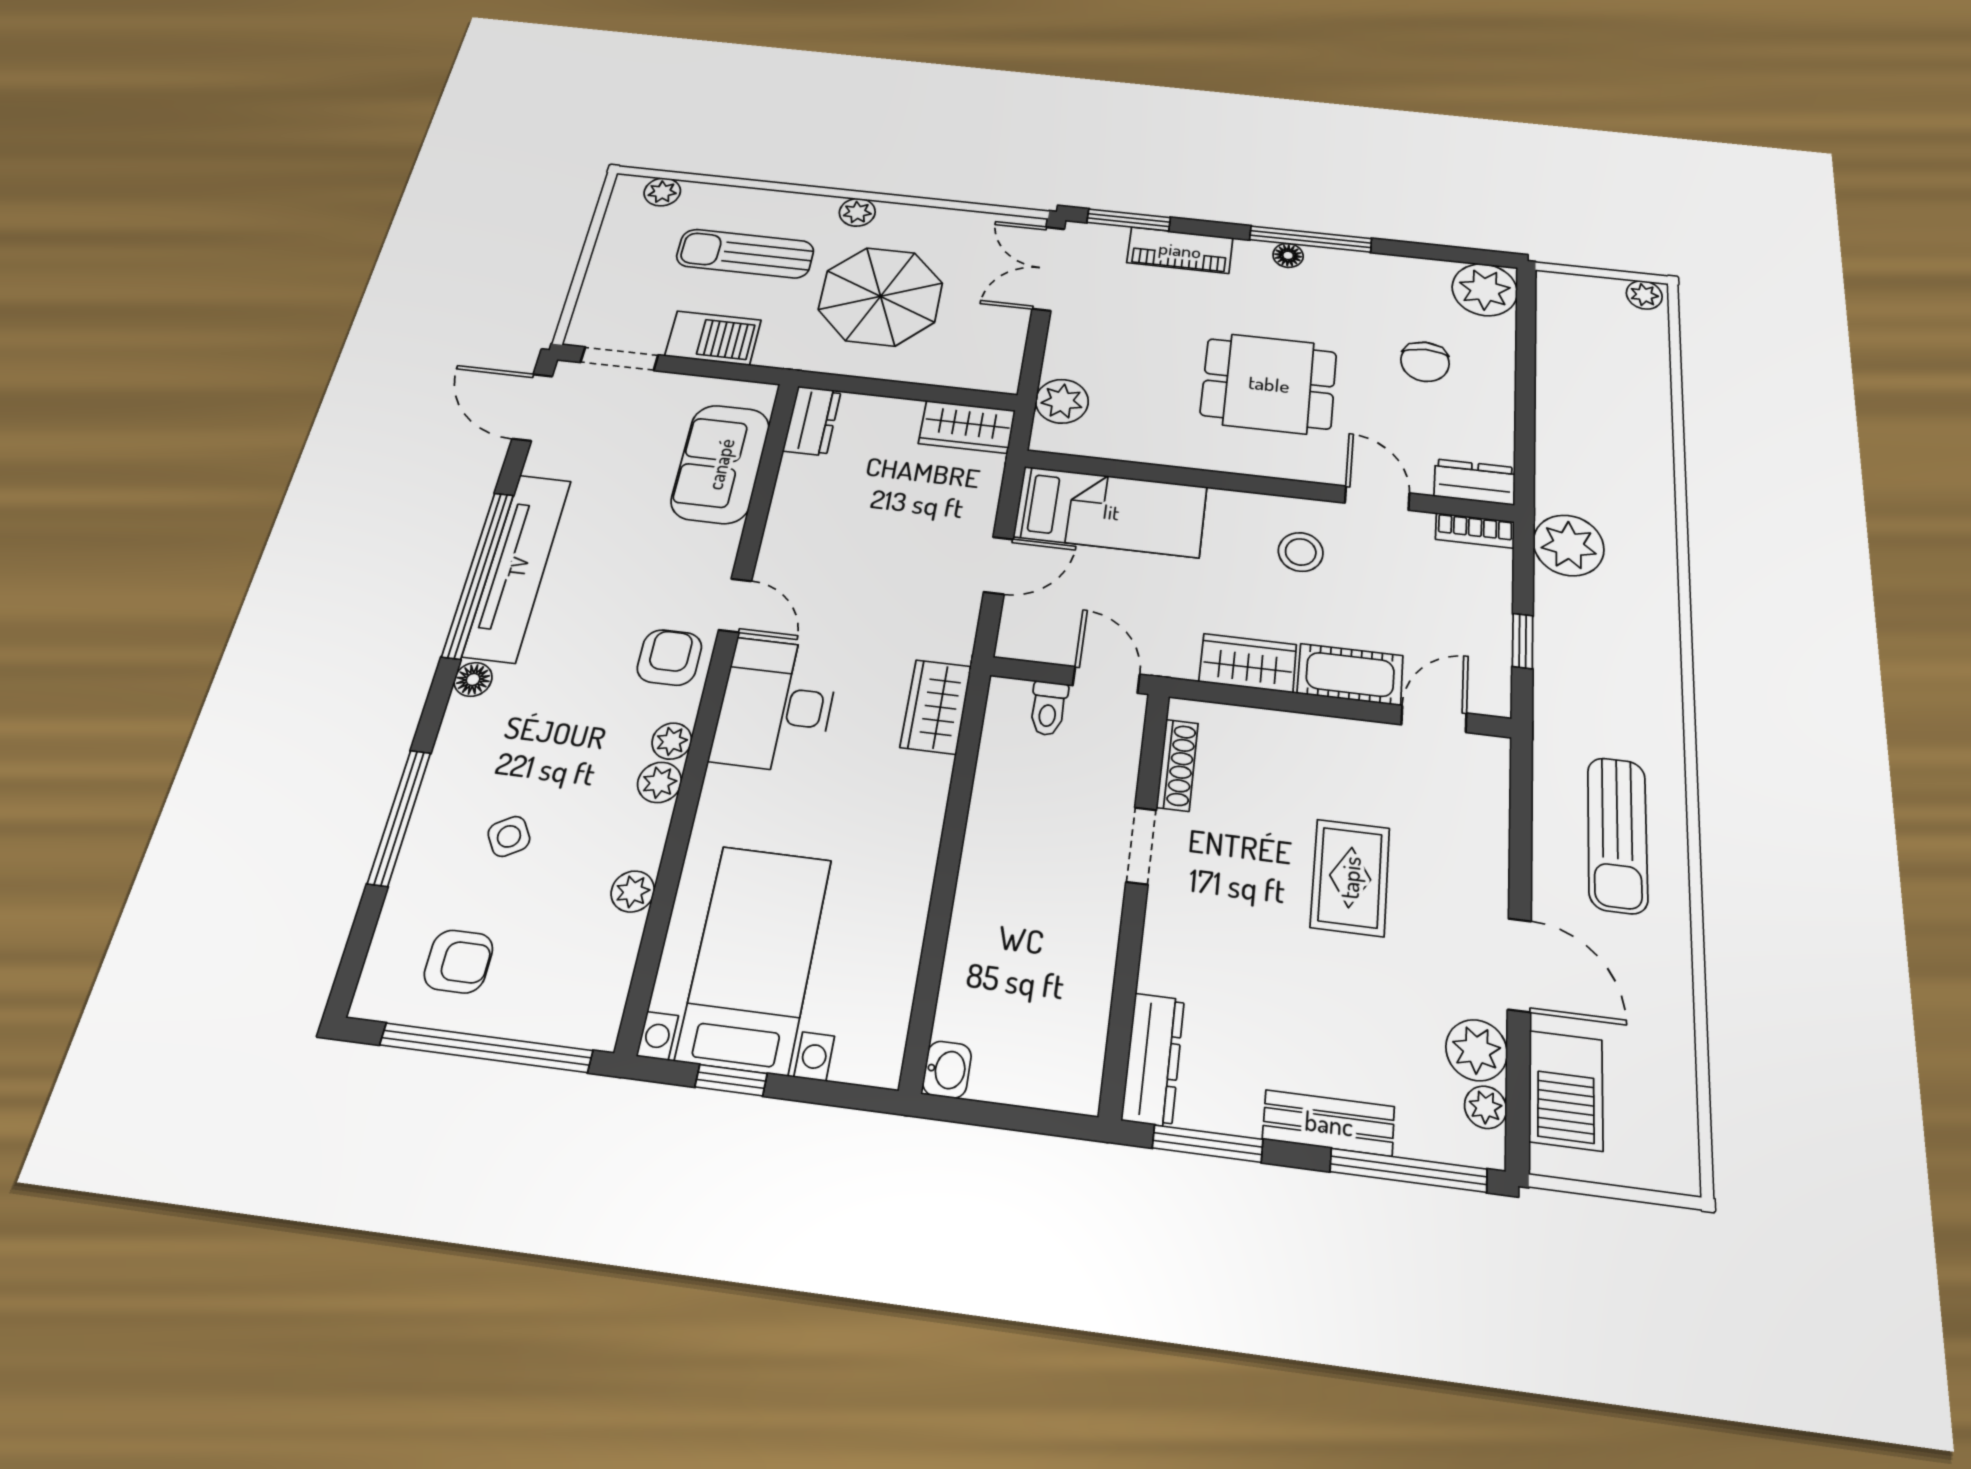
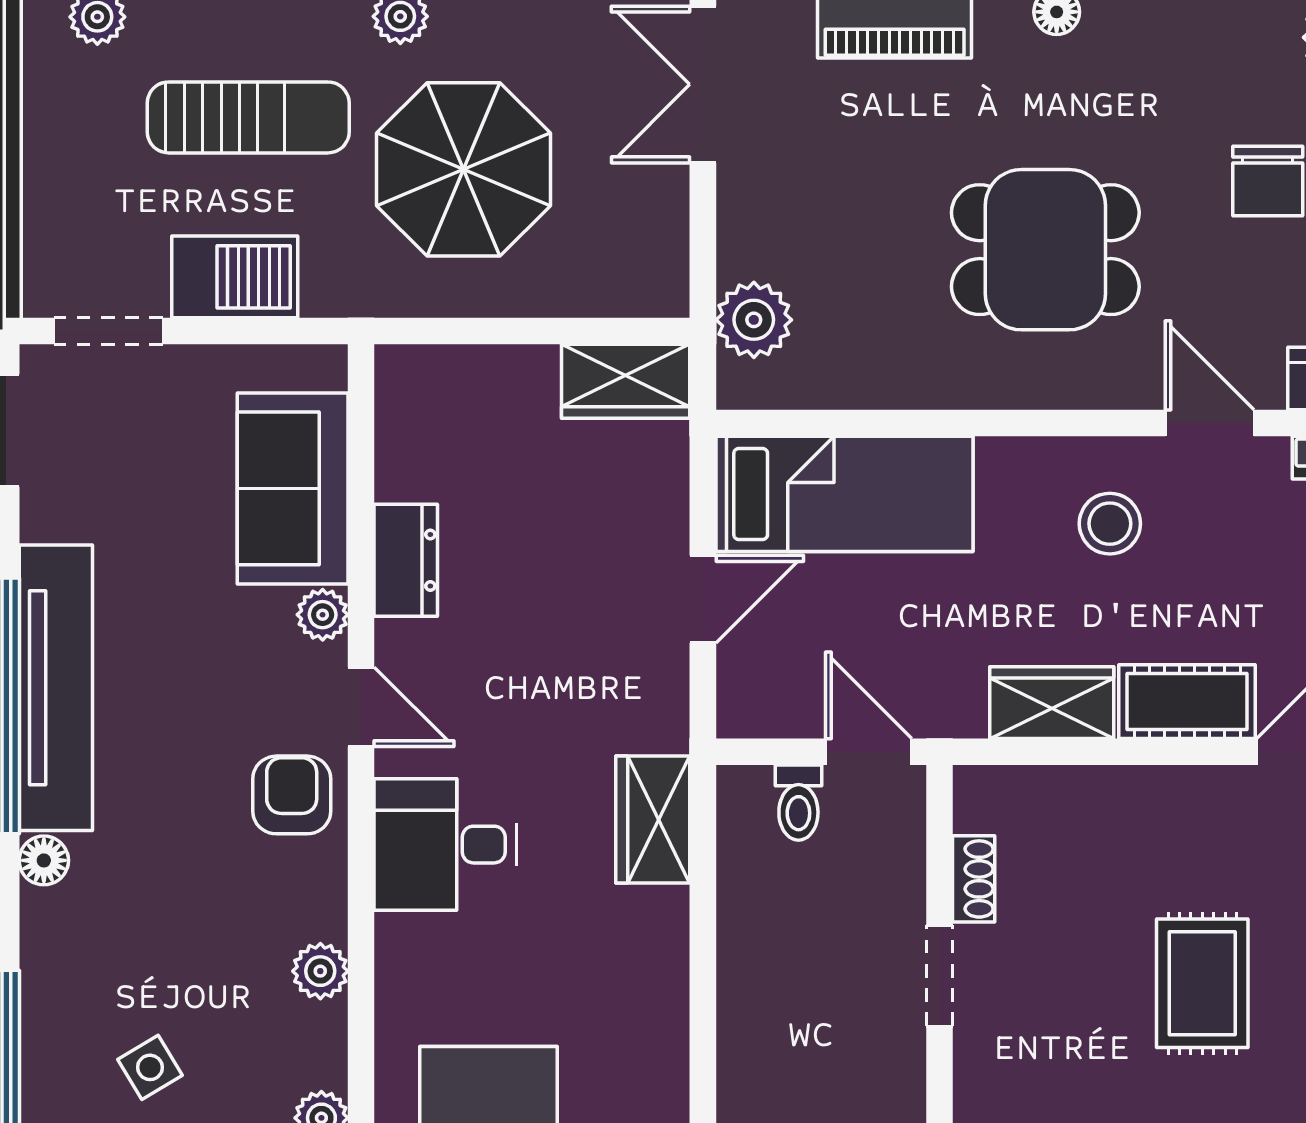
sun lounger: (745, 254) -> (248, 117), turned 180
dresser: (812, 421) -> (406, 560), moved
desk: (776, 705) -> (445, 845), width x0.73
plant: (672, 741) -> (323, 615), moved
shoe rack: (1177, 765) -> (974, 879), width x0.70

